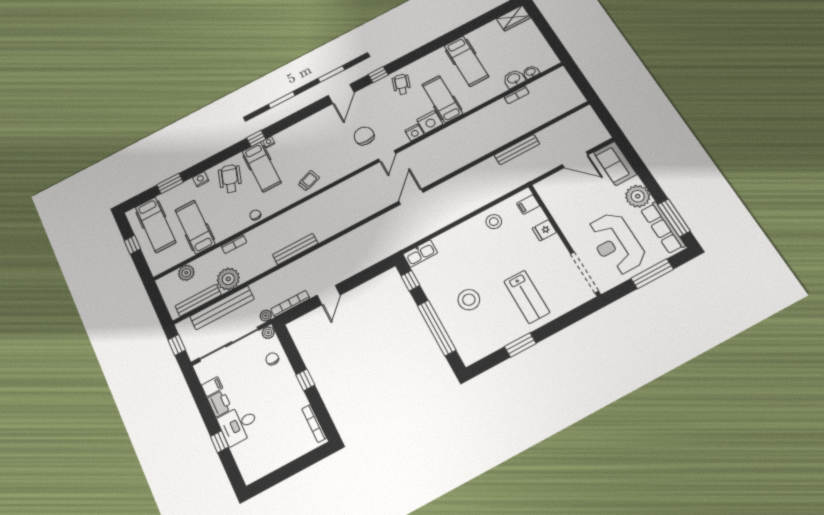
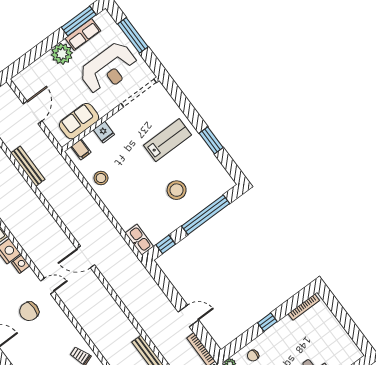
sofa: (615, 163) -> (79, 121), moved, turned 180
row of seats: (663, 228) -> (83, 34), width x0.68

